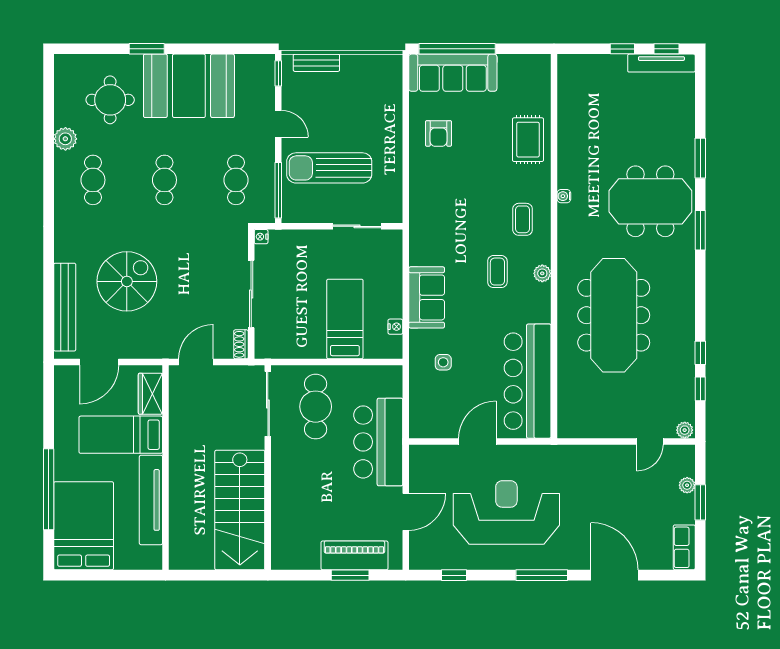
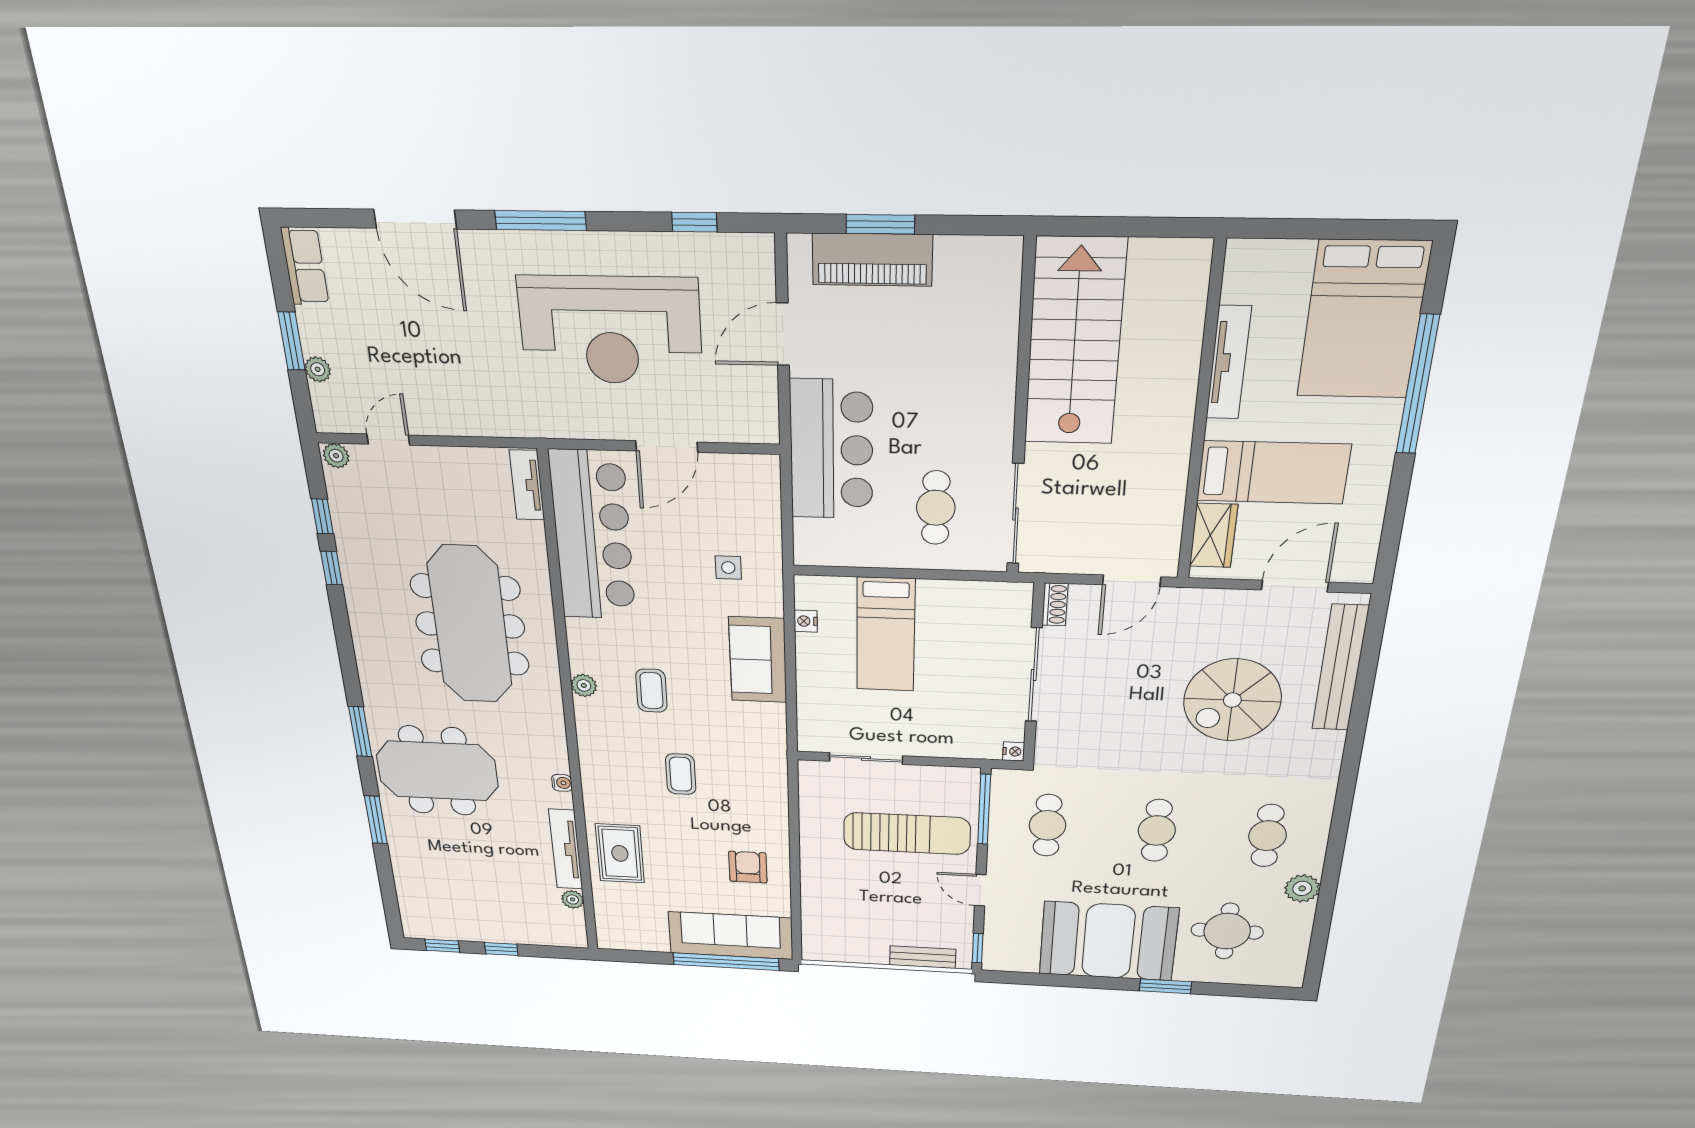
tv unit: (661, 63) -> (566, 849), moved, turned -90
plant: (565, 97) -> (573, 899), added
coffee table: (523, 219) -> (681, 774), moved
cafe table: (316, 407) -> (936, 508), width x0.73, depth x0.74
tv unit: (566, 414) -> (527, 485), added
tv unit: (151, 500) -> (1229, 363), width x0.73, depth x0.78

